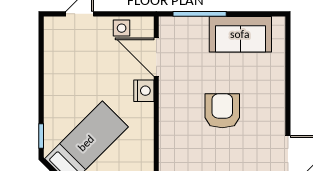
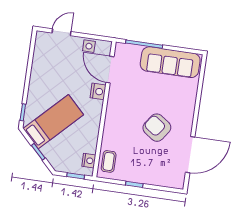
sofa: (240, 34) -> (170, 62), width x1.36
armchair: (222, 111) -> (157, 128), moved, turned -54

